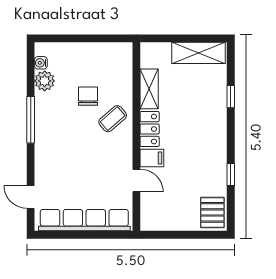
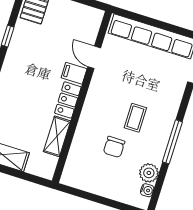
coffee table: (113, 119) -> (135, 118), moved, turned -49

